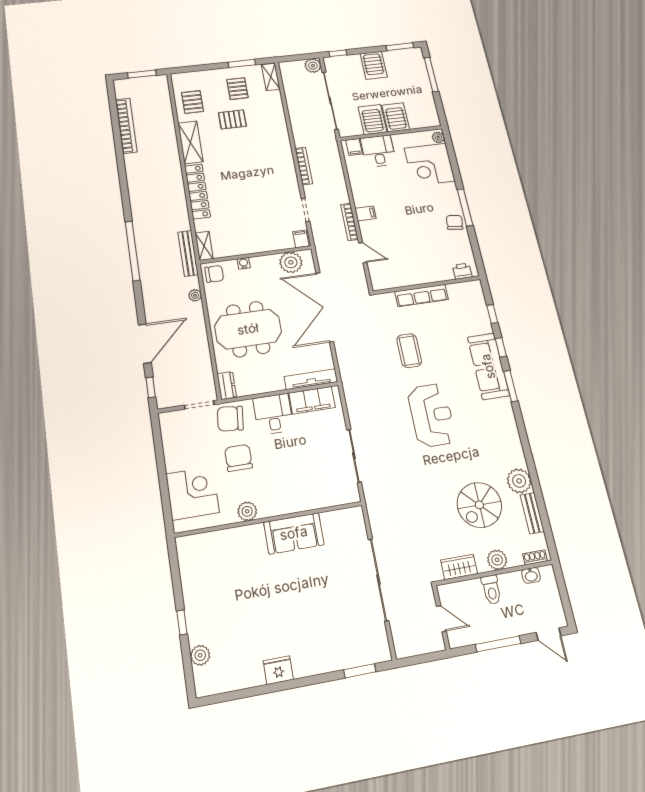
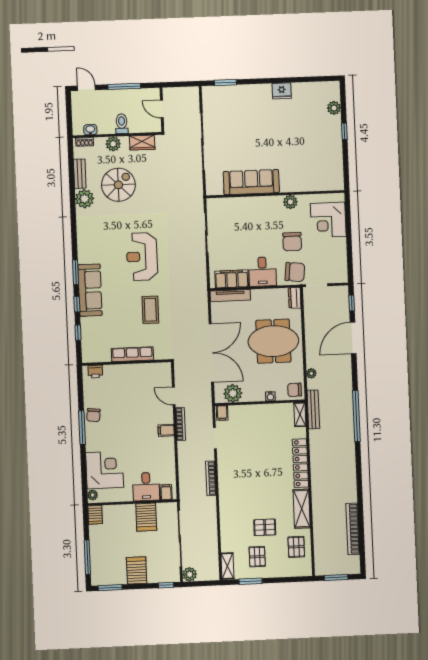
server rack: (396, 117) -> (95, 515), moved, width x0.73, depth x0.70
sofa: (294, 533) -> (251, 182), width x1.36

